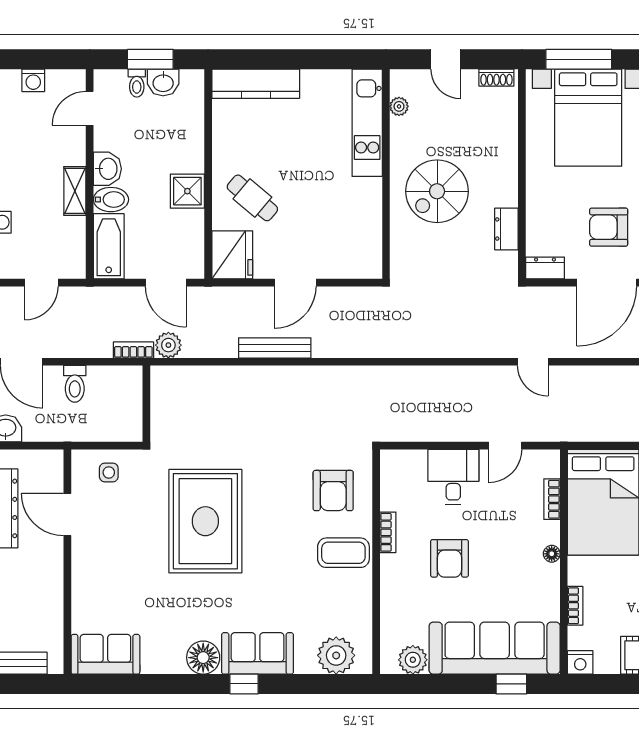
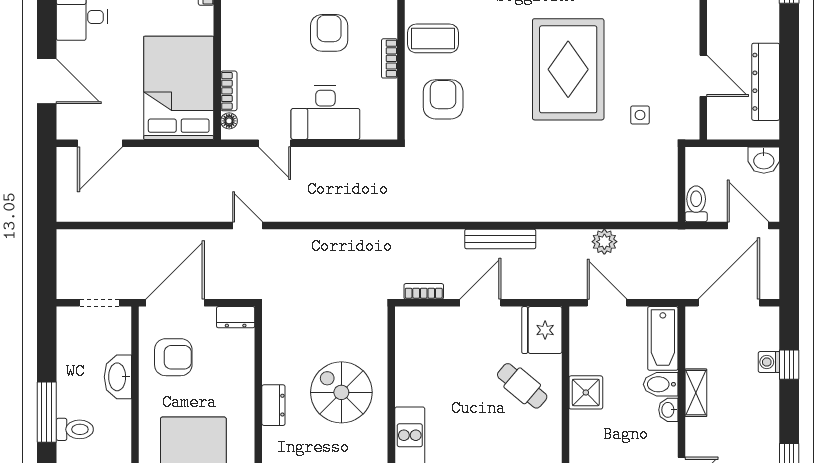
washbasin: (107, 169) -> (668, 410), width x0.72, depth x0.69
spiral stairs: (437, 191) -> (341, 392), turned -90
dresser: (506, 229) -> (273, 405), moved
door: (41, 283) -> (729, 303), width x1.88
bookcase: (133, 350) -> (424, 291), moved, turned 180
wall: (146, 404) -> (682, 184), moved
door: (505, 446) -> (275, 143), swing flipped
side table: (109, 472) -> (640, 115), moved
desk: (453, 477) -> (325, 113), width x1.37
floor lamp: (552, 554) -> (229, 121), moved

